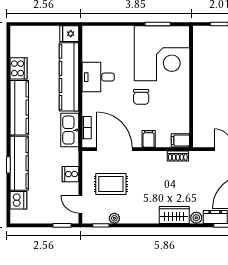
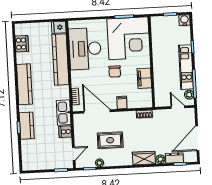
cooker: (18, 68) -> (22, 44), moved
desk: (98, 77) -> (85, 49), width x1.87, depth x1.30
kitchen sink: (70, 130) -> (64, 113), moved
filing cabinet: (180, 140) -> (144, 78), moved, width x2.00
kitchen counter: (19, 163) -> (27, 126), width x0.67
rug: (111, 184) -> (110, 140), moved
dishwasher: (18, 200) -> (27, 153), removed
door: (80, 204) -> (74, 154), swing flipped

